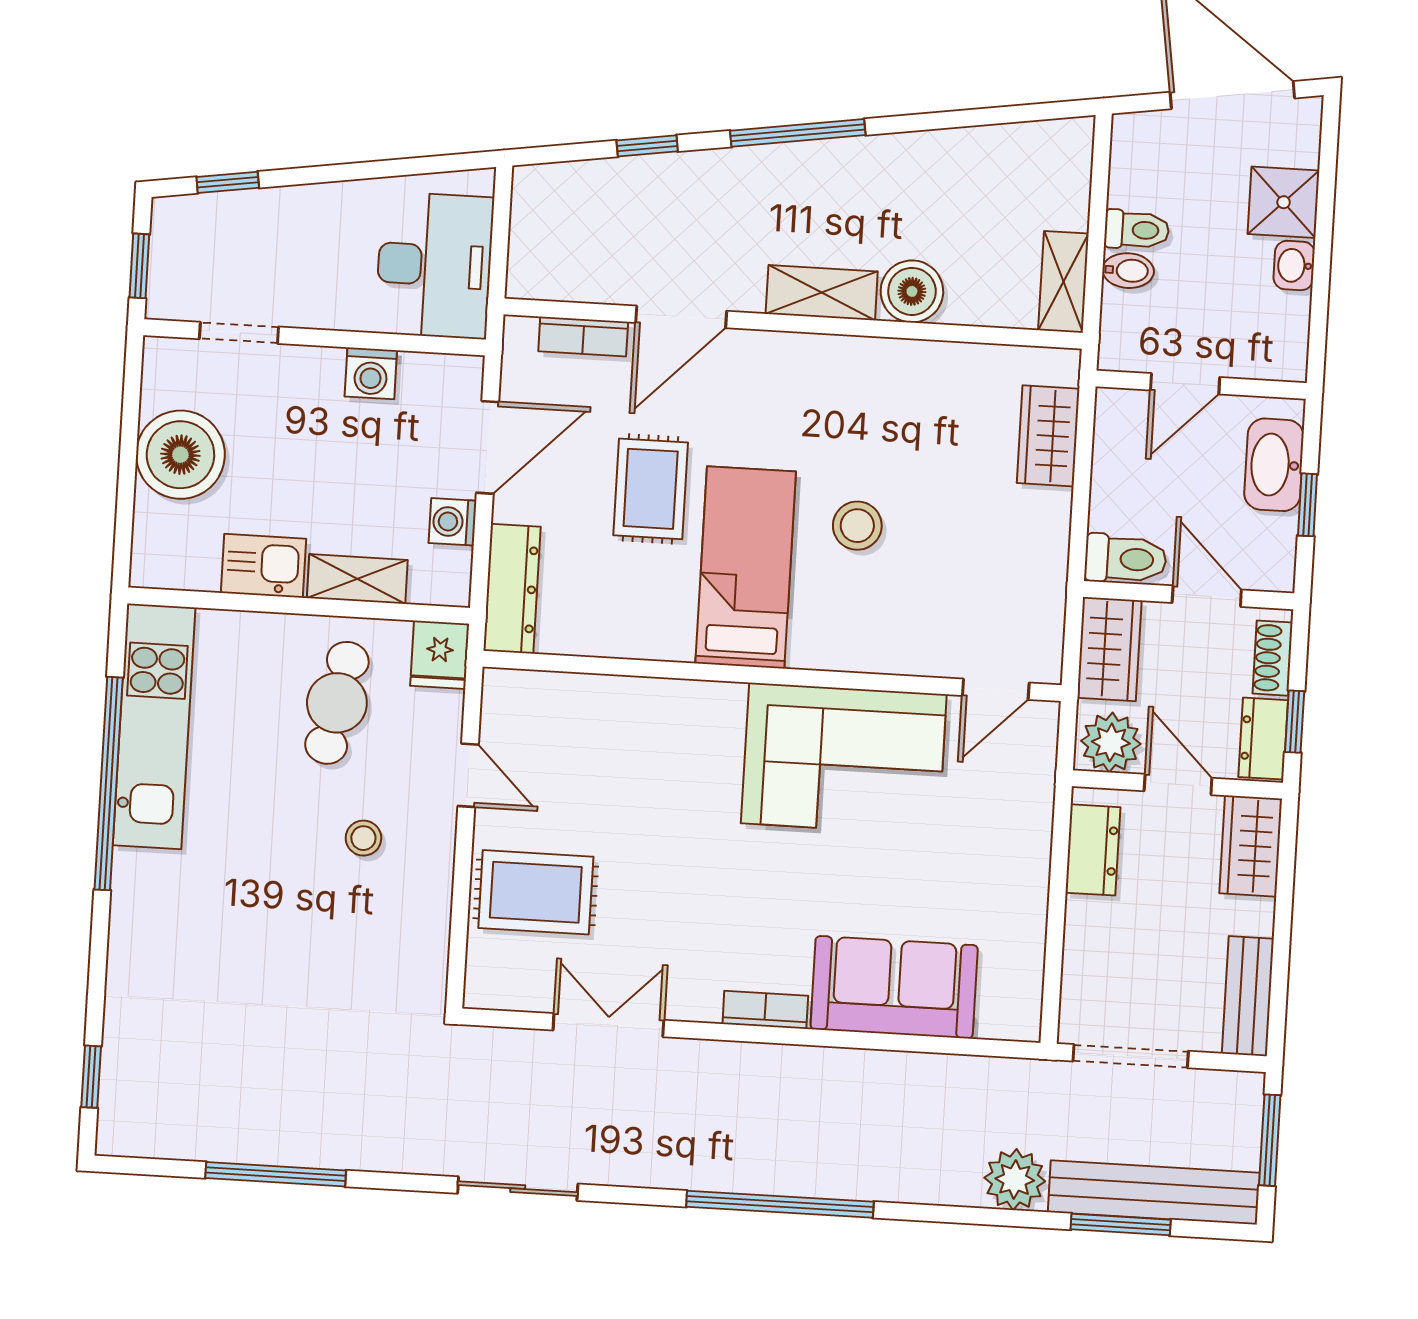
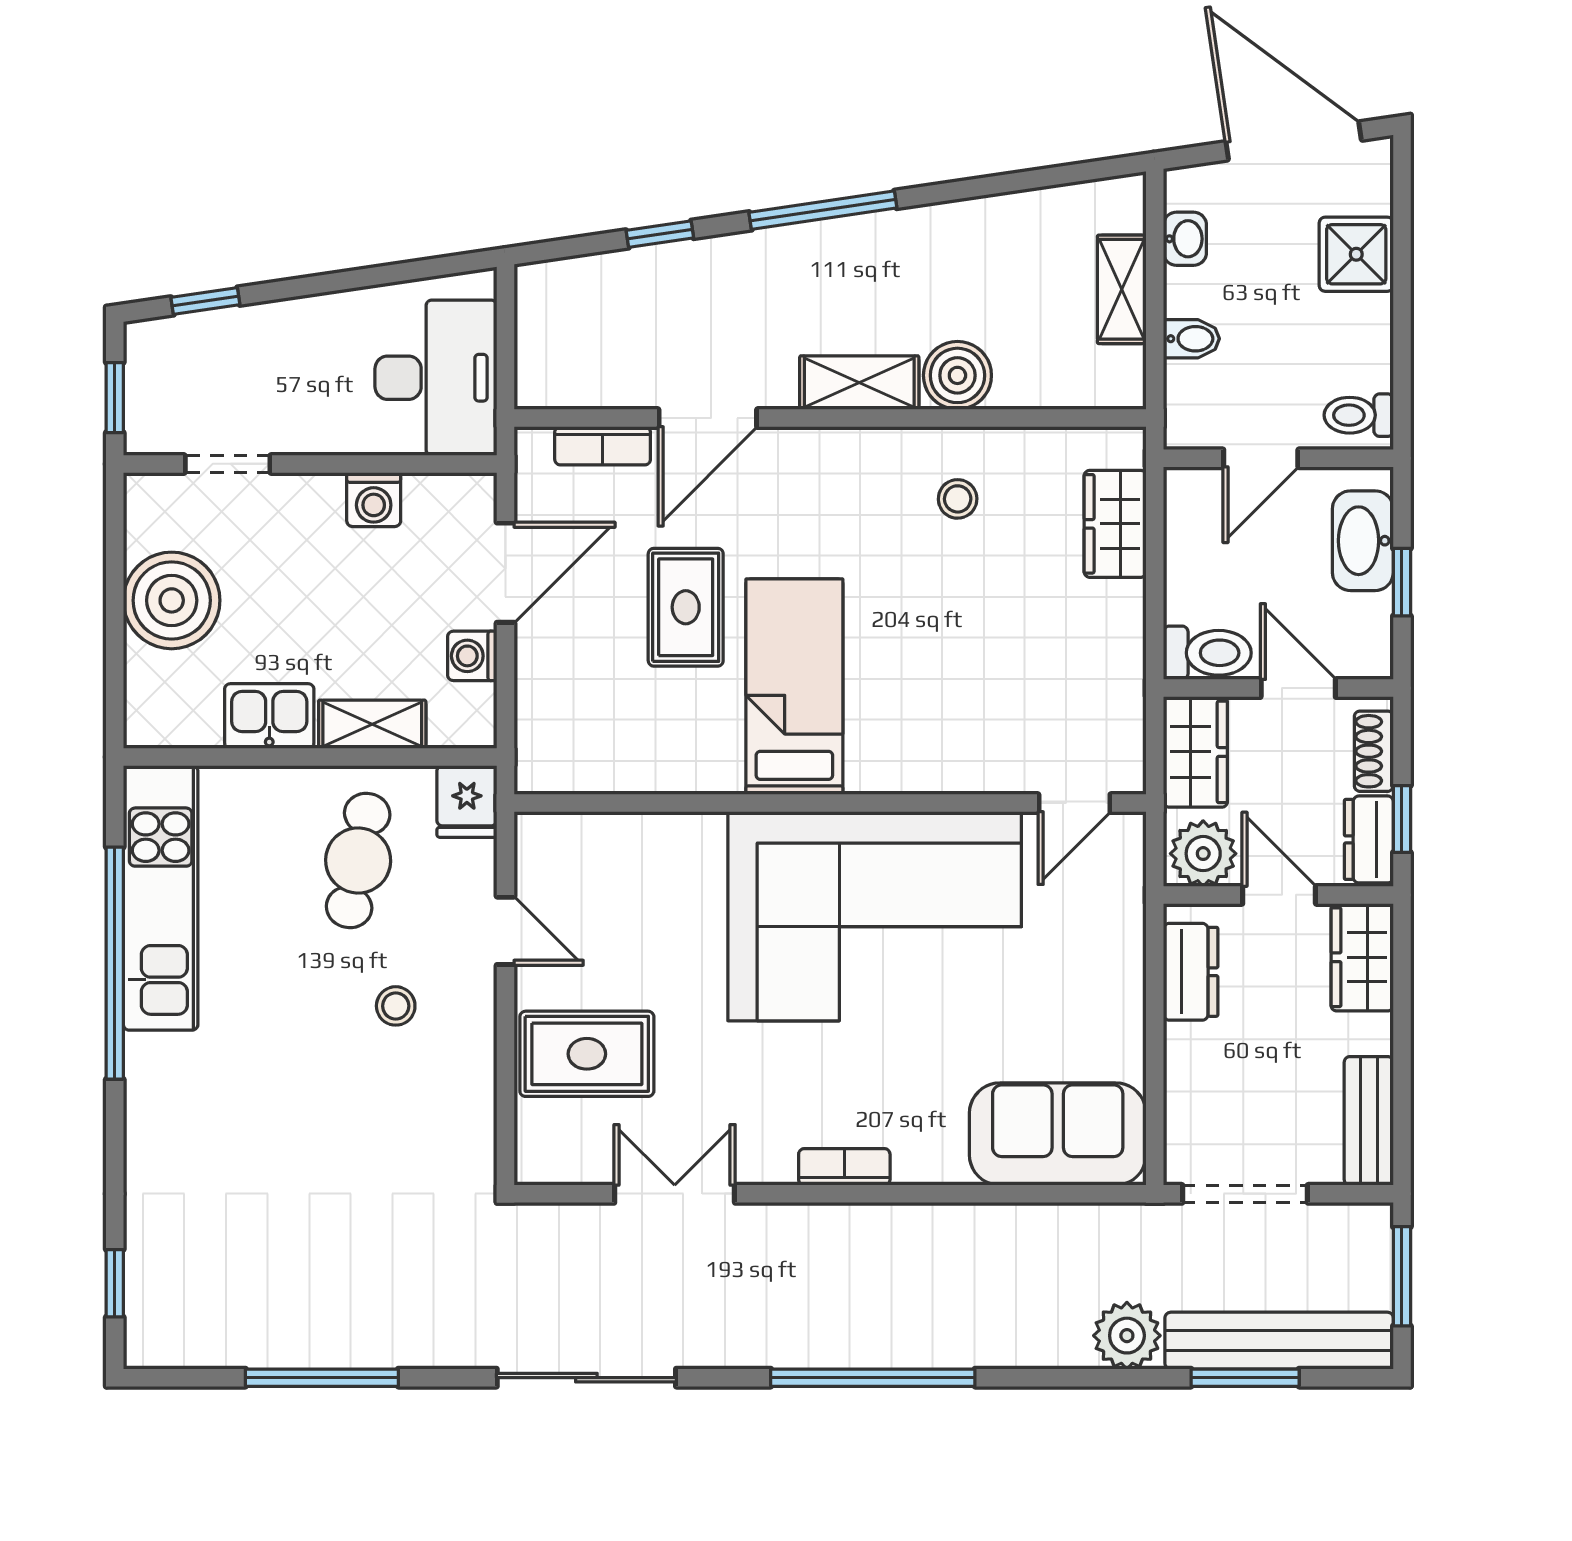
toilet: (1137, 230) -> (1359, 415), moved, turned 180
washbasin: (1294, 265) -> (1185, 239), moved, turned 180
shelving: (1063, 282) -> (1122, 289), moved
stool: (857, 526) -> (958, 499), moved, width x0.73, depth x0.73
dresser: (512, 589) -> (541, 725), removed
corner sofa: (844, 759) -> (875, 916), width x1.36, depth x1.36
sofa: (894, 987) -> (1058, 1134), moved
sliding door: (518, 1189) -> (586, 1378), width x1.37

